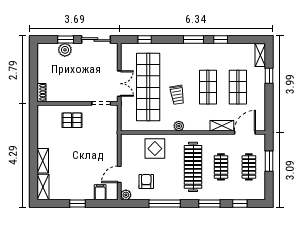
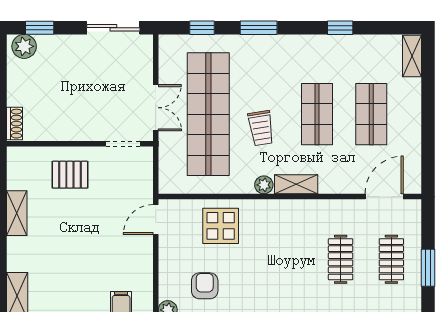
window: (66, 40) -> (40, 28), moved
window: (193, 40) -> (259, 28), moved
plant: (65, 50) -> (24, 46), moved
window: (269, 76) -> (428, 94), removed
shelving: (222, 126) -> (296, 184), moved
shelving: (43, 161) -> (17, 213), moved
window: (269, 161) -> (428, 268), moved
clothes rail: (193, 167) -> (290, 259), removed
door: (119, 174) -> (156, 220), moved

